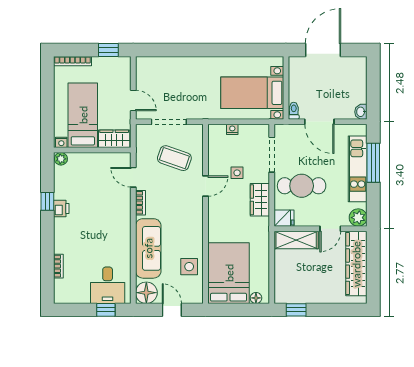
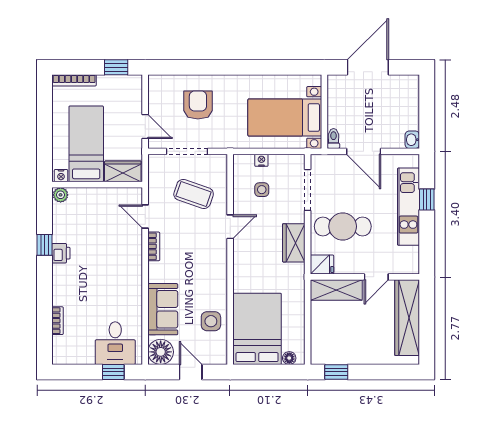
armchair: (178, 82) -> (198, 105), added
window: (373, 163) -> (427, 199), width x0.46
side table: (237, 173) -> (262, 190), moved
plant: (358, 218) -> (409, 264), removed
sofa: (148, 248) -> (163, 309), width x0.73

